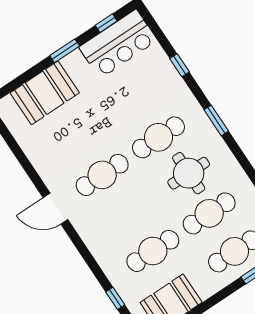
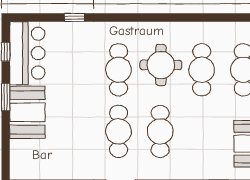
booth: (45, 93) -> (27, 112), moved
window: (216, 120) -> (135, 17), removed
cafe table: (153, 251) -> (160, 131), moved

